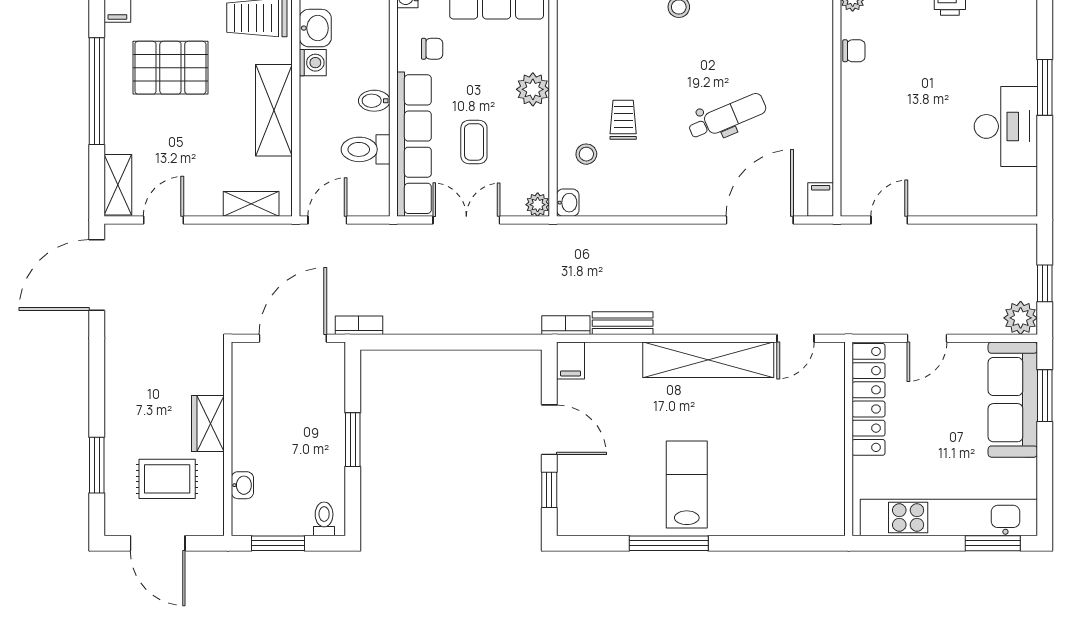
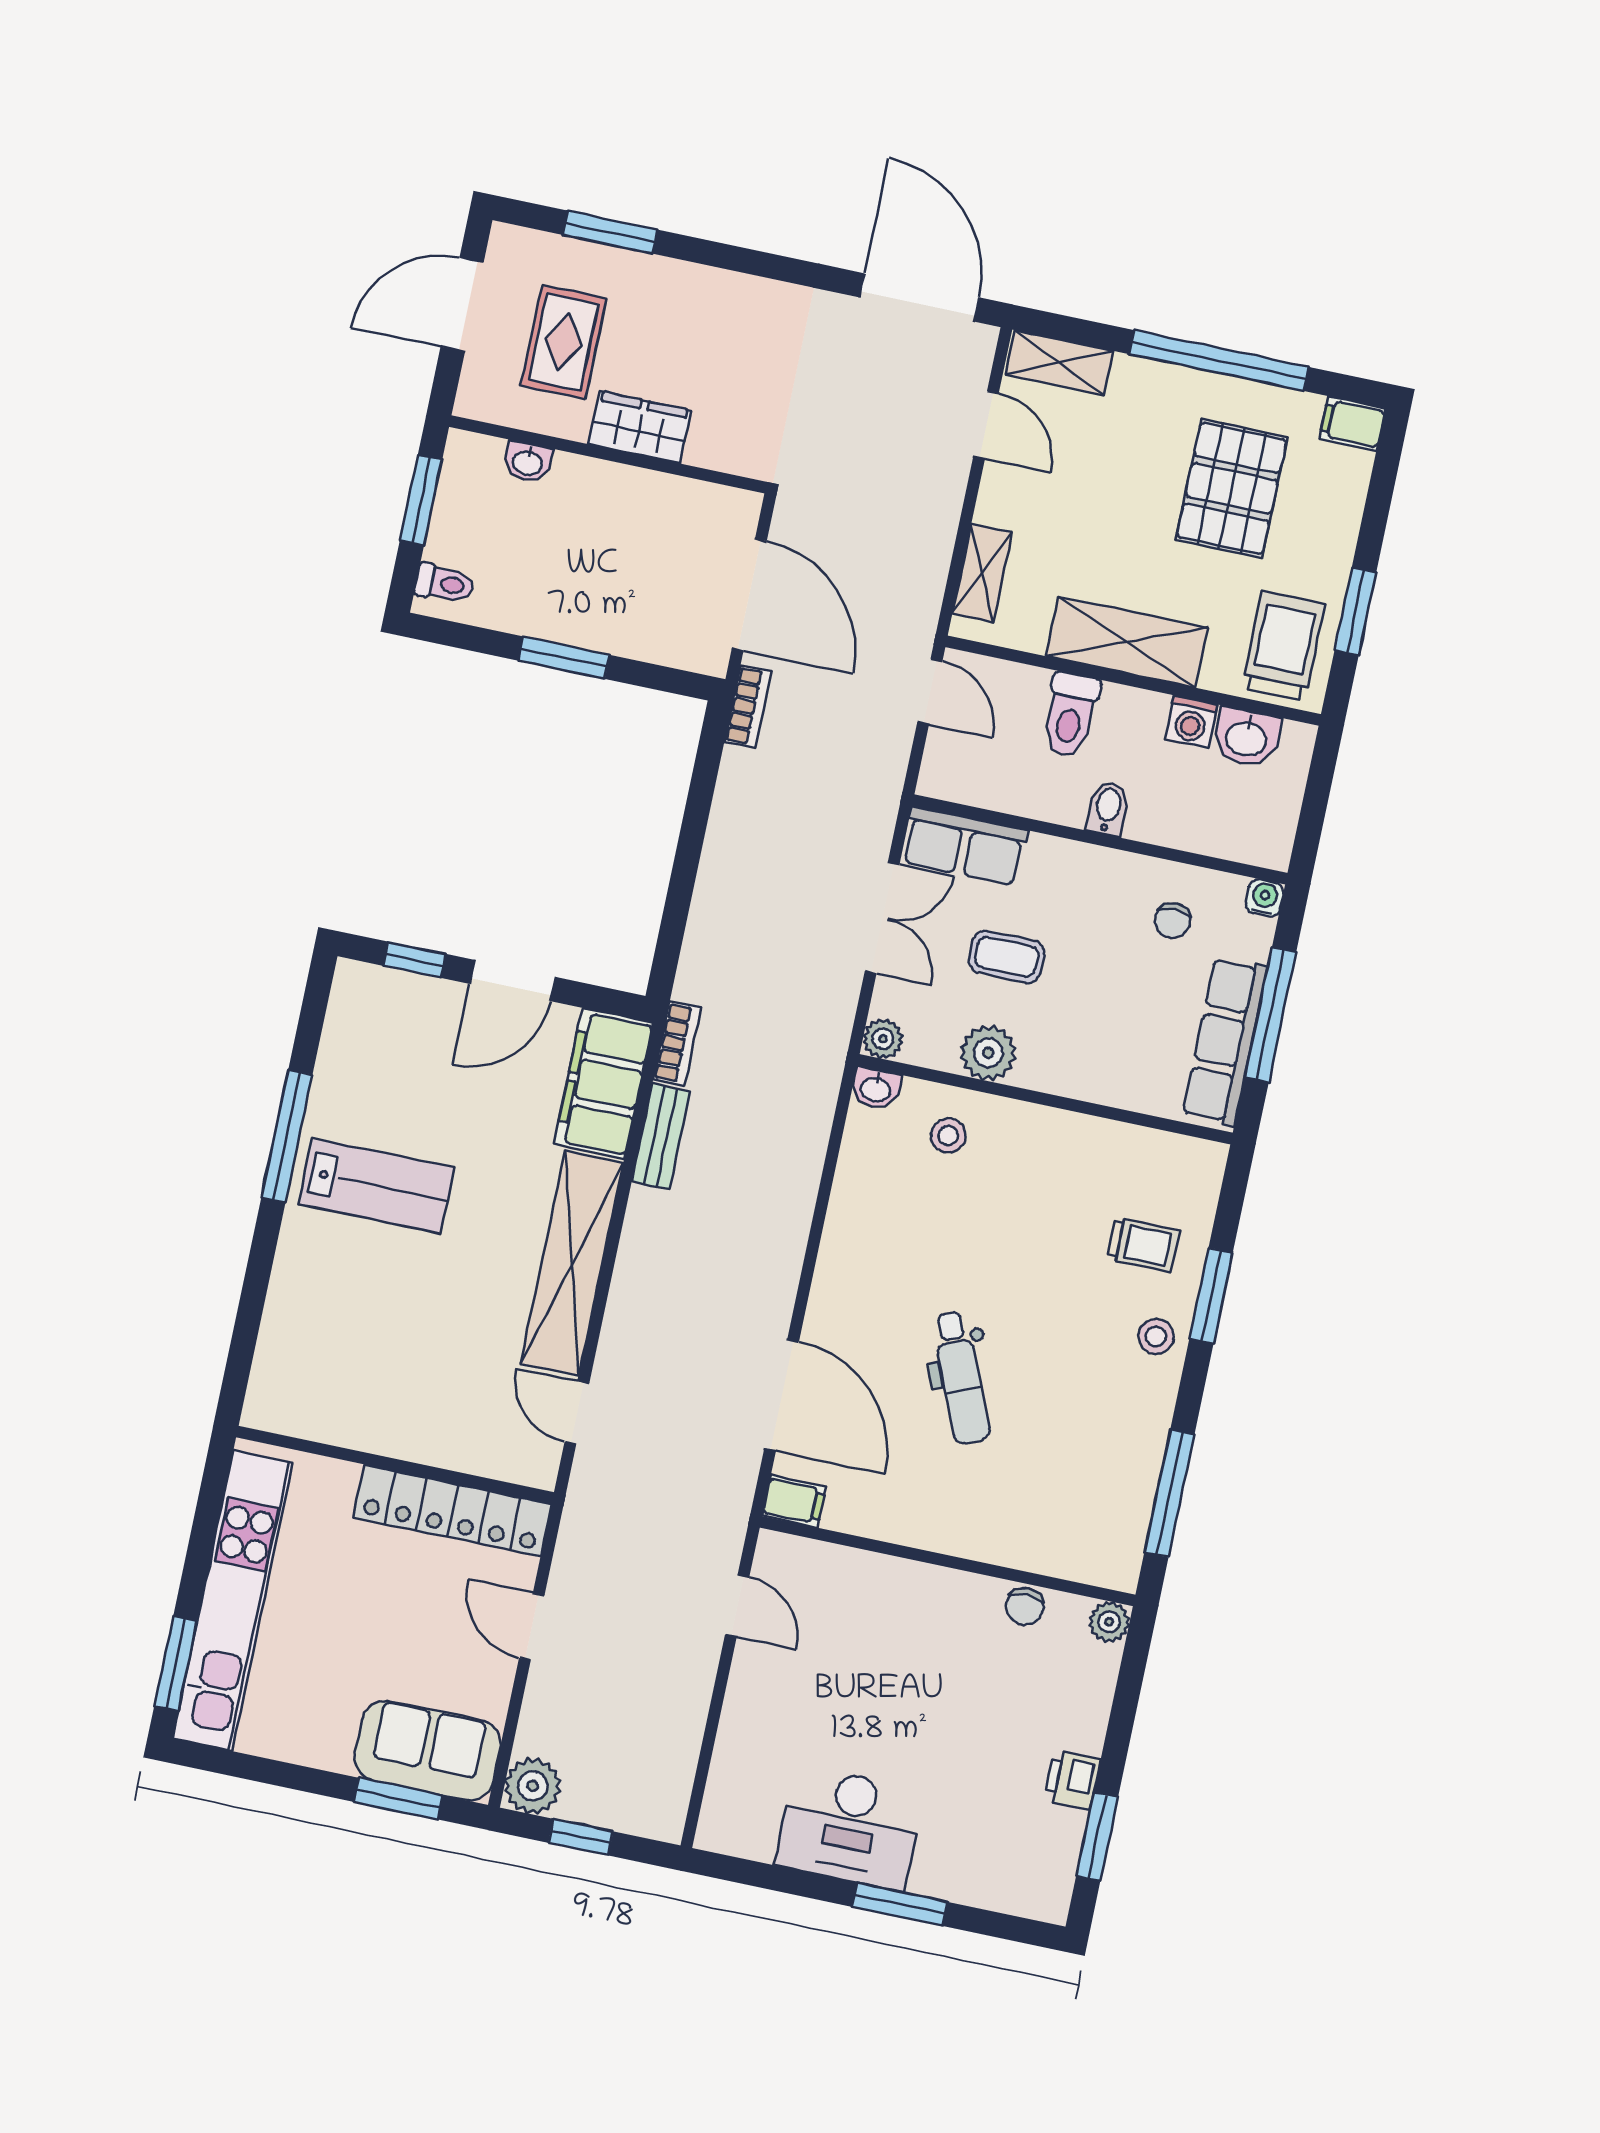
plant: (533, 89) -> (988, 1053), moved
trolley: (623, 120) -> (1143, 1244), moved
row of seats: (414, 144) -> (964, 846), width x0.50
toilet: (366, 149) -> (1070, 715), moved, turned 180
filing cabinet: (571, 360) -> (603, 1083), width x3.00, depth x1.17
sofa: (1013, 400) -> (428, 1751), width x0.73

